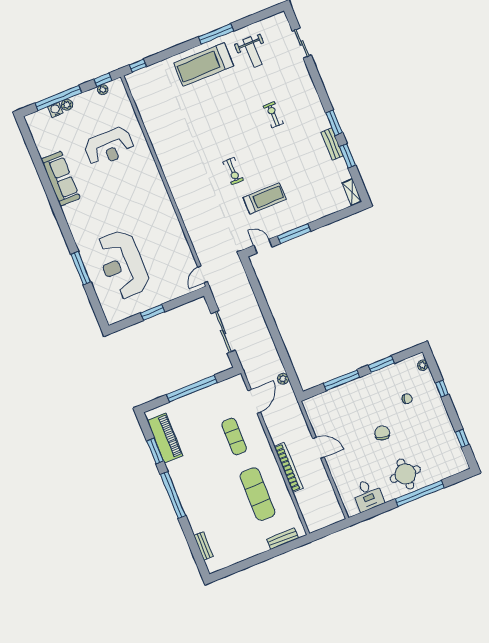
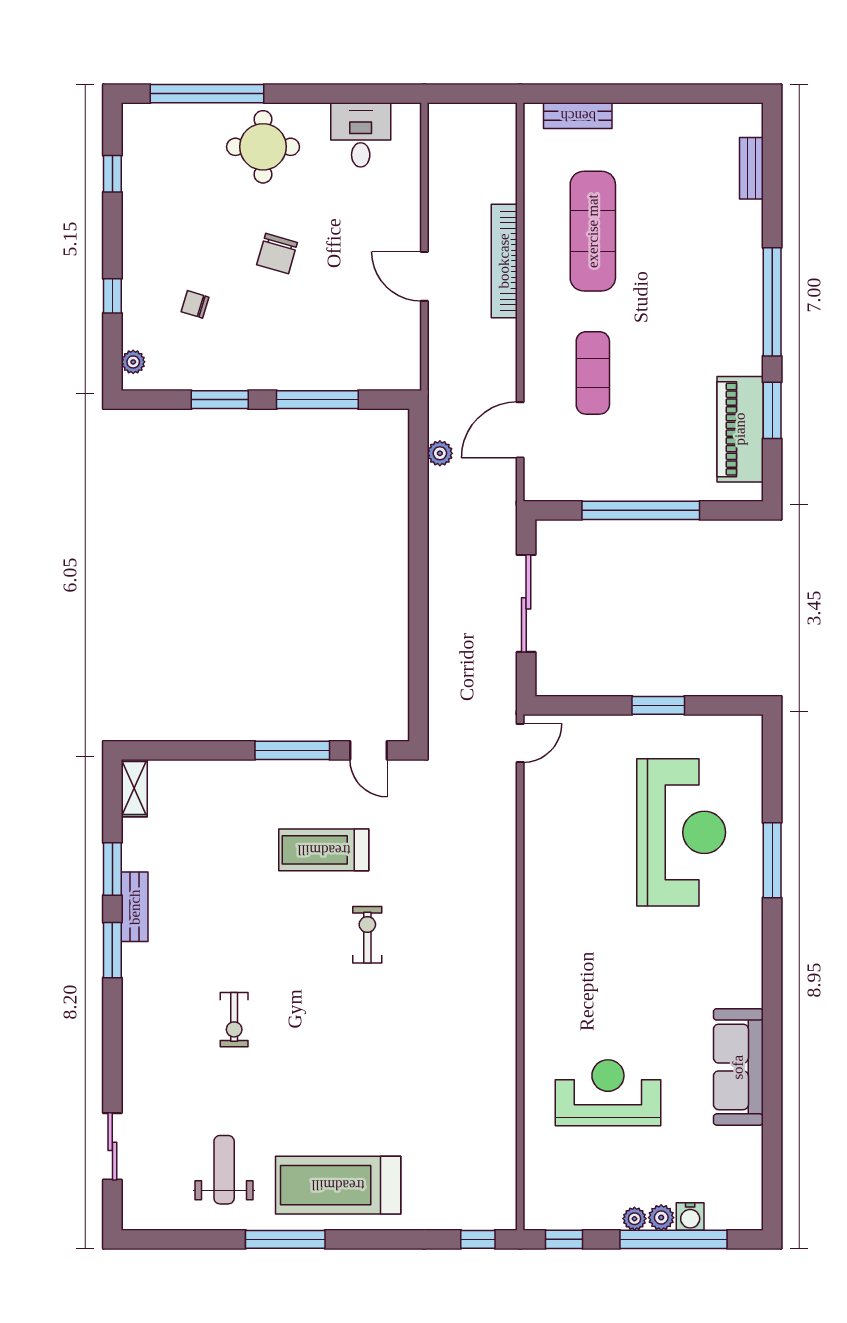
treadmill: (204, 65) -> (338, 1185), turned 180
plant: (103, 90) -> (634, 1219), moved
window: (420, 493) -> (207, 94), moved

